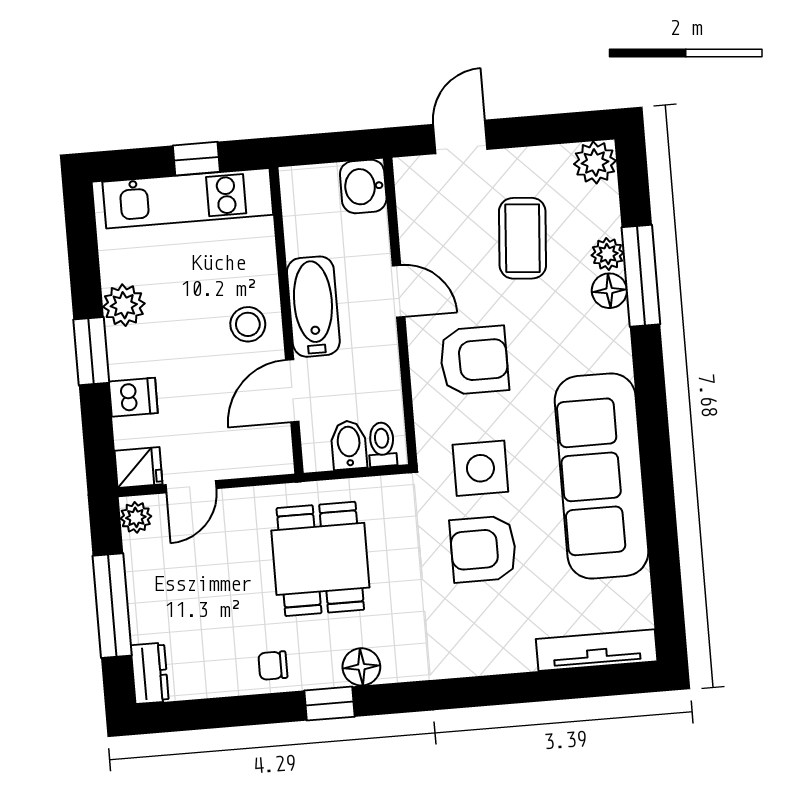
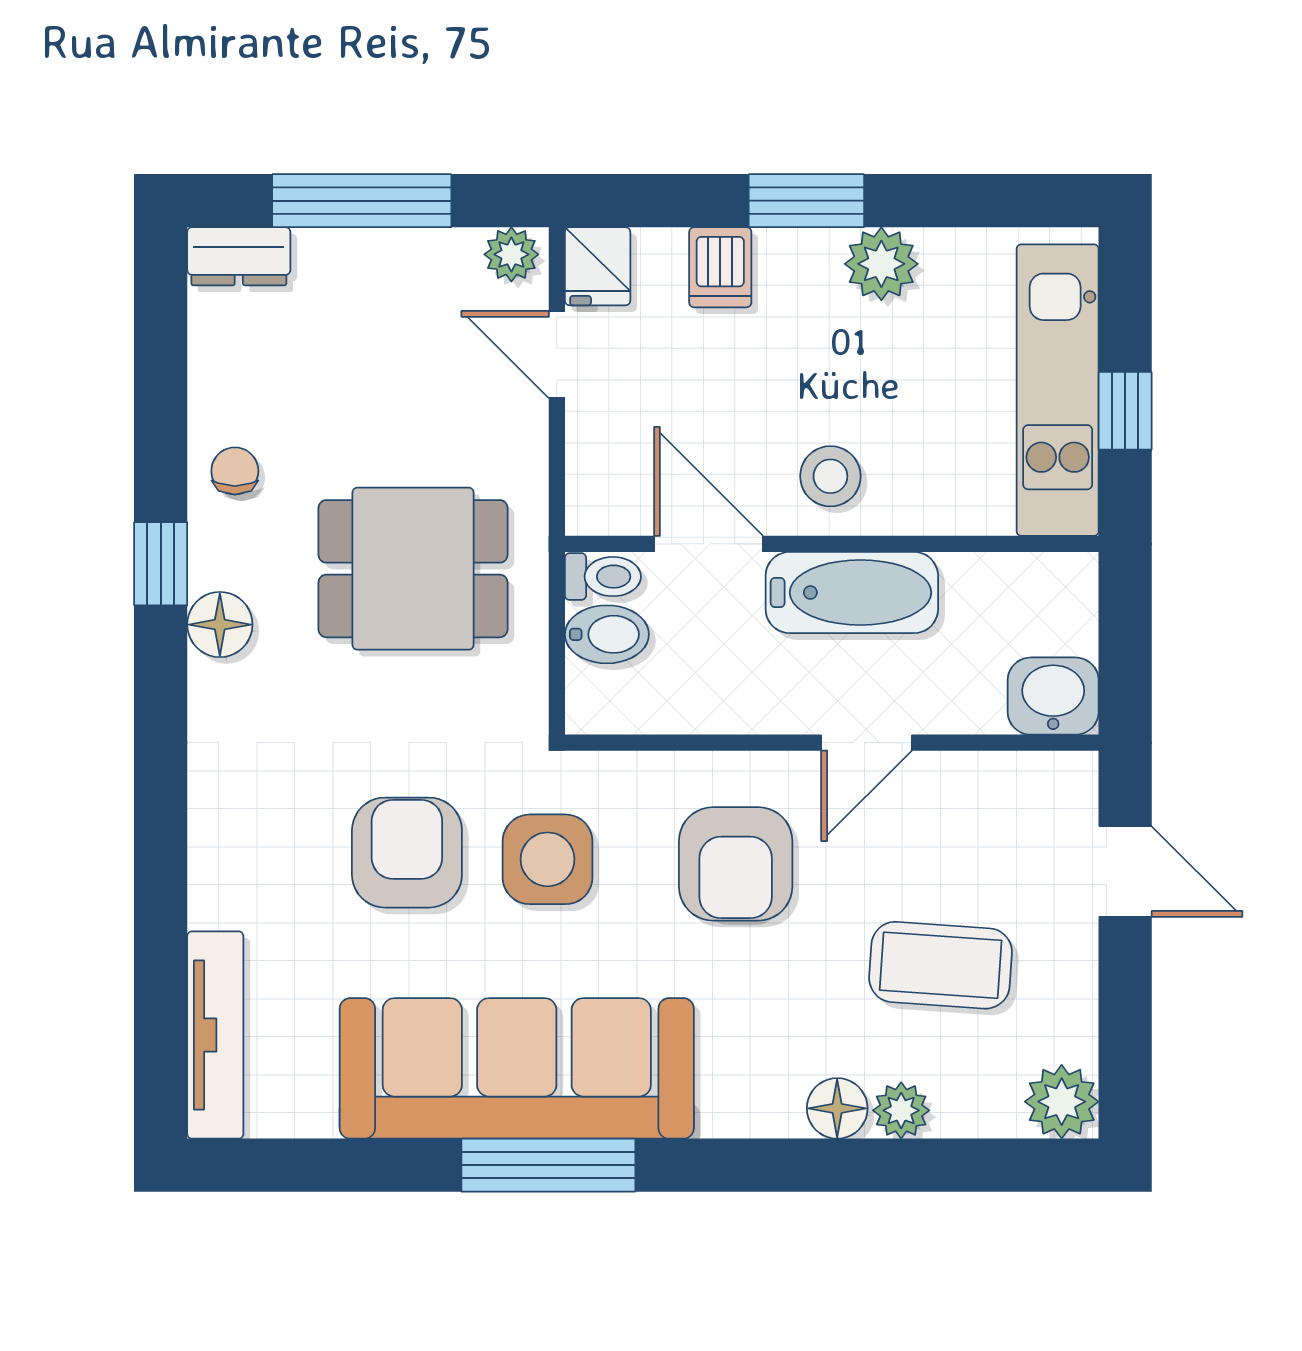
window: (641, 276) -> (548, 1165), moved
toilet: (382, 444) -> (603, 577), moved

